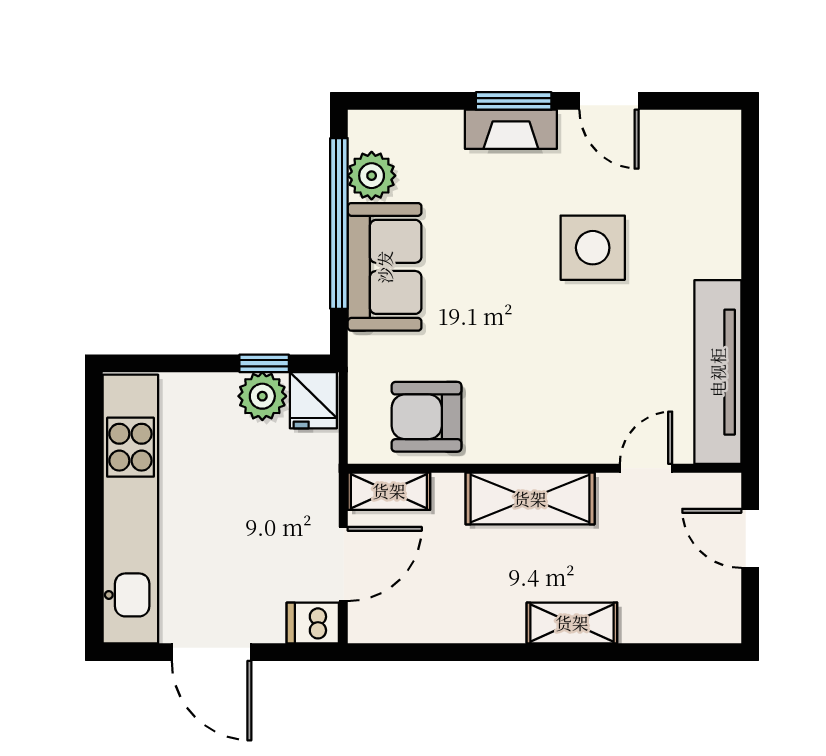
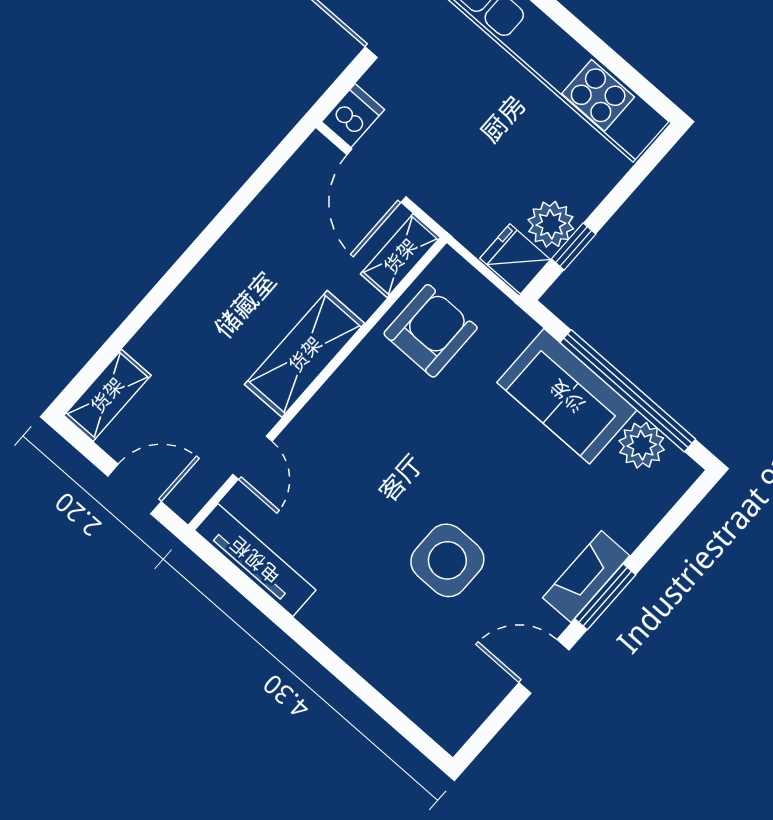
tv unit: (718, 372) -> (255, 560), width x0.73, depth x0.78
shelving: (572, 623) -> (107, 395), moved

